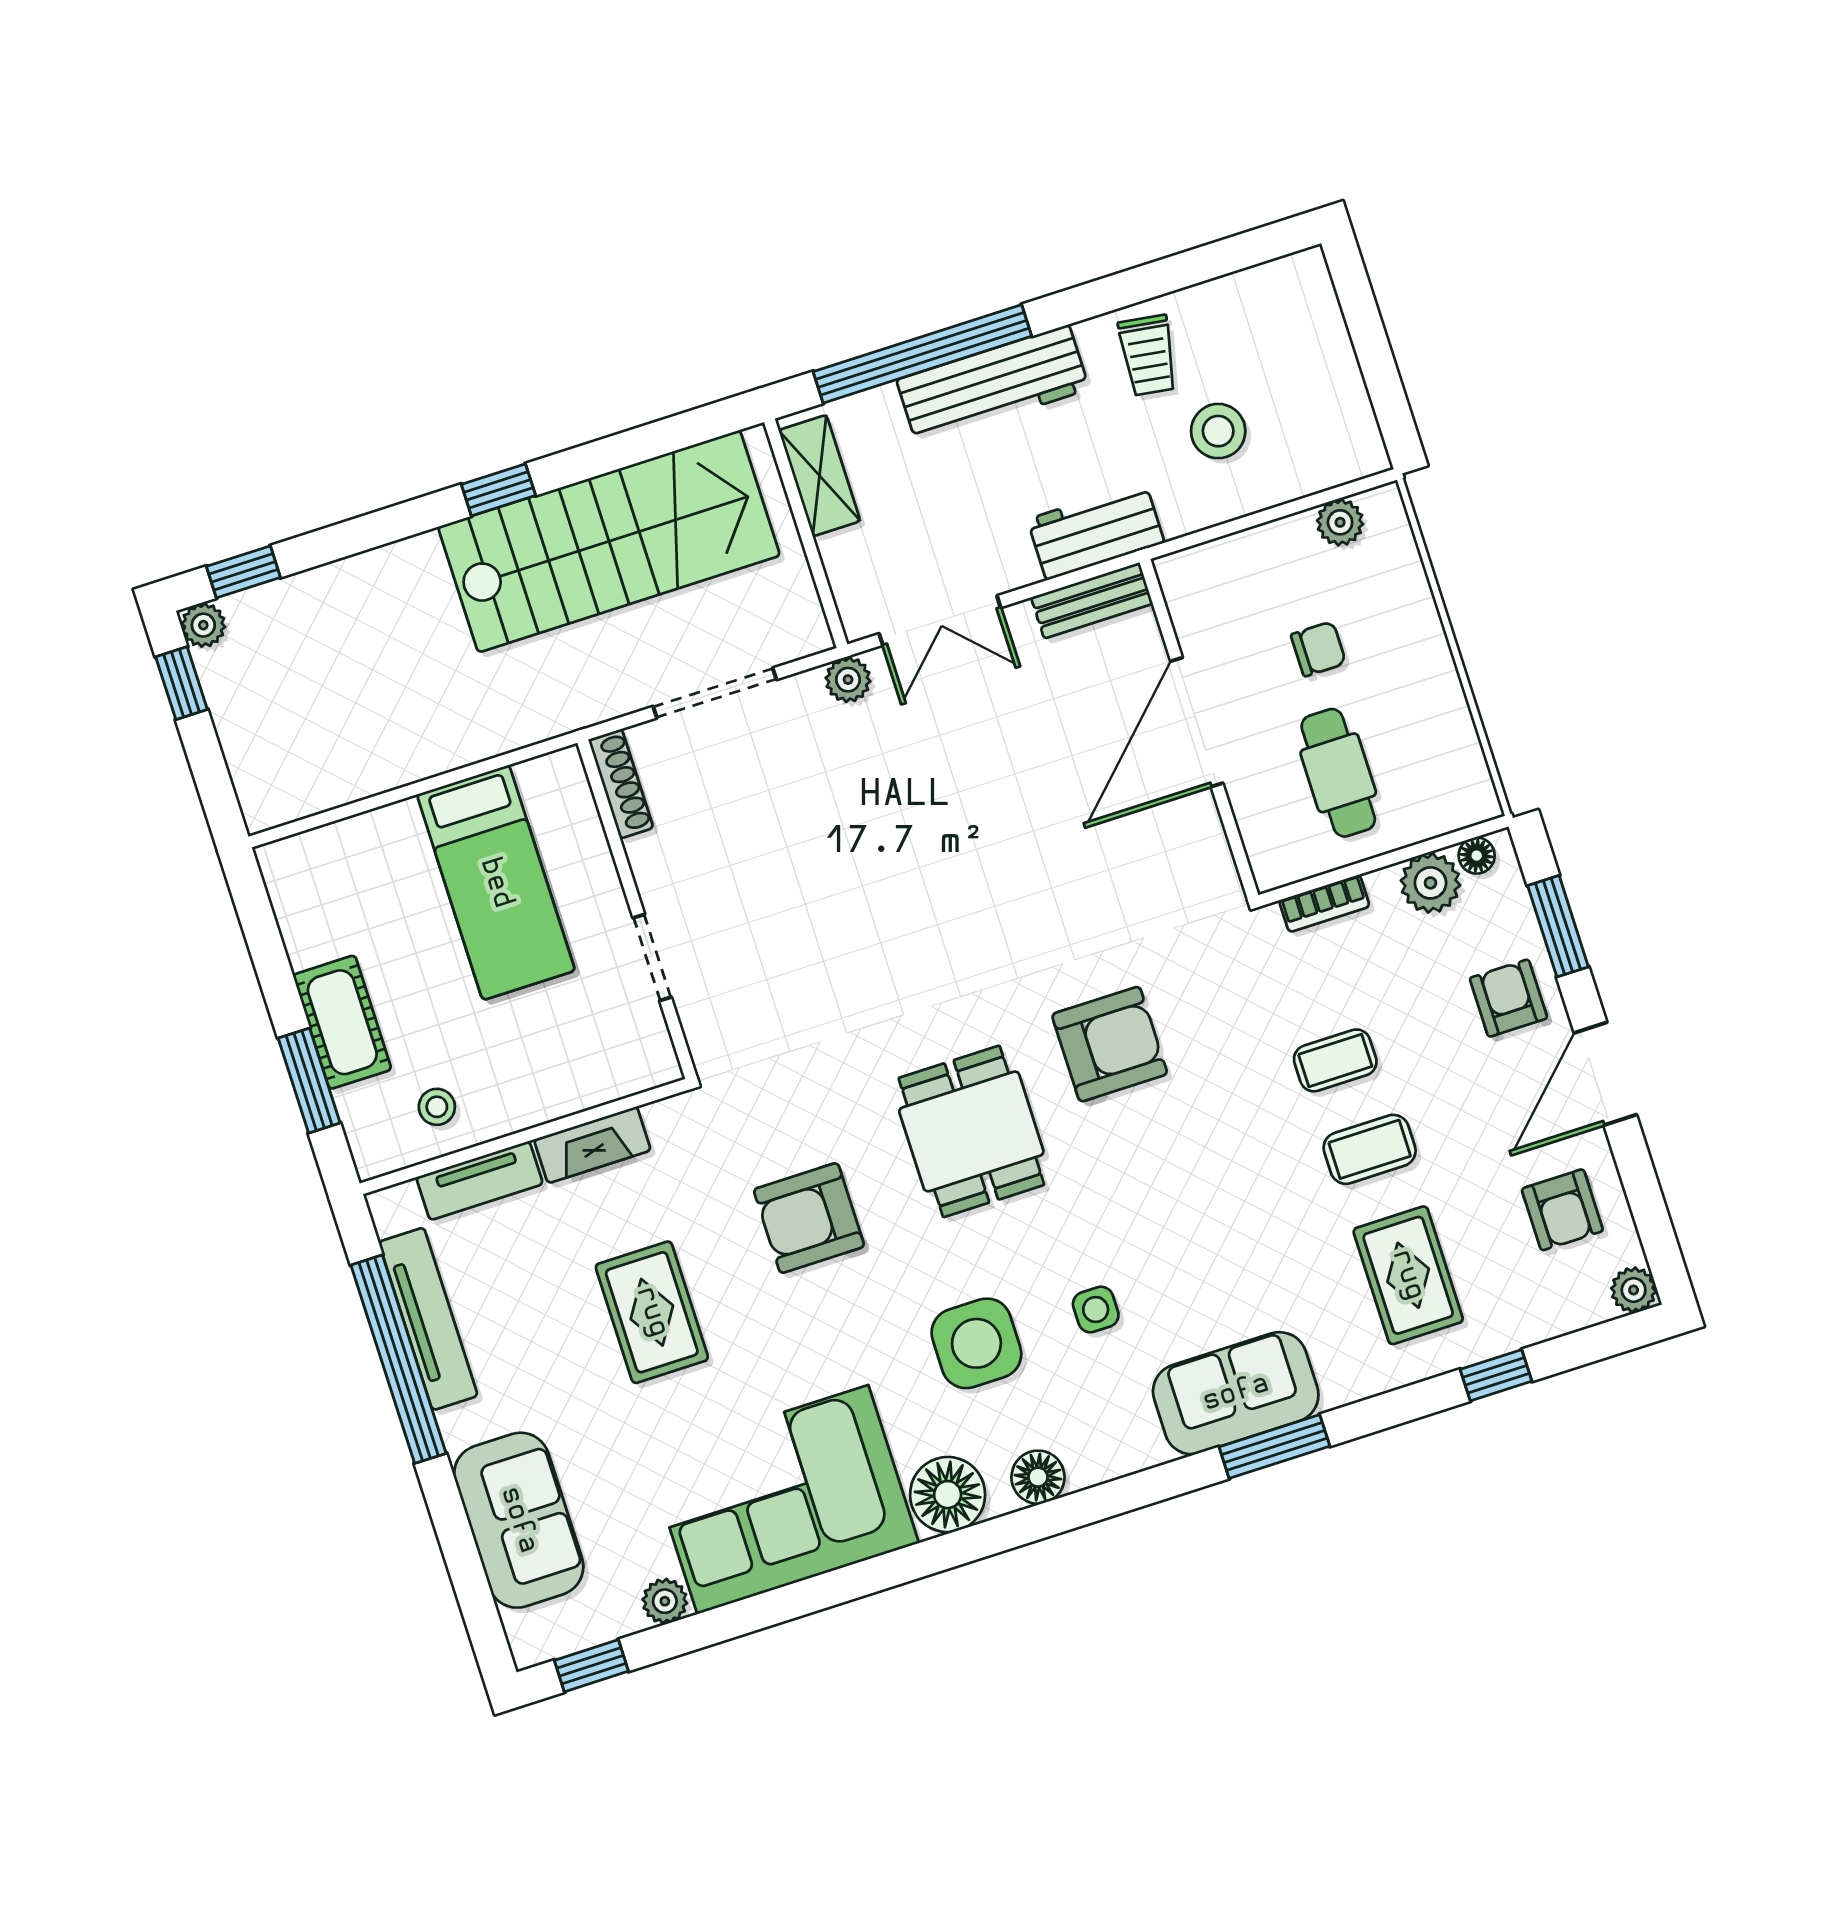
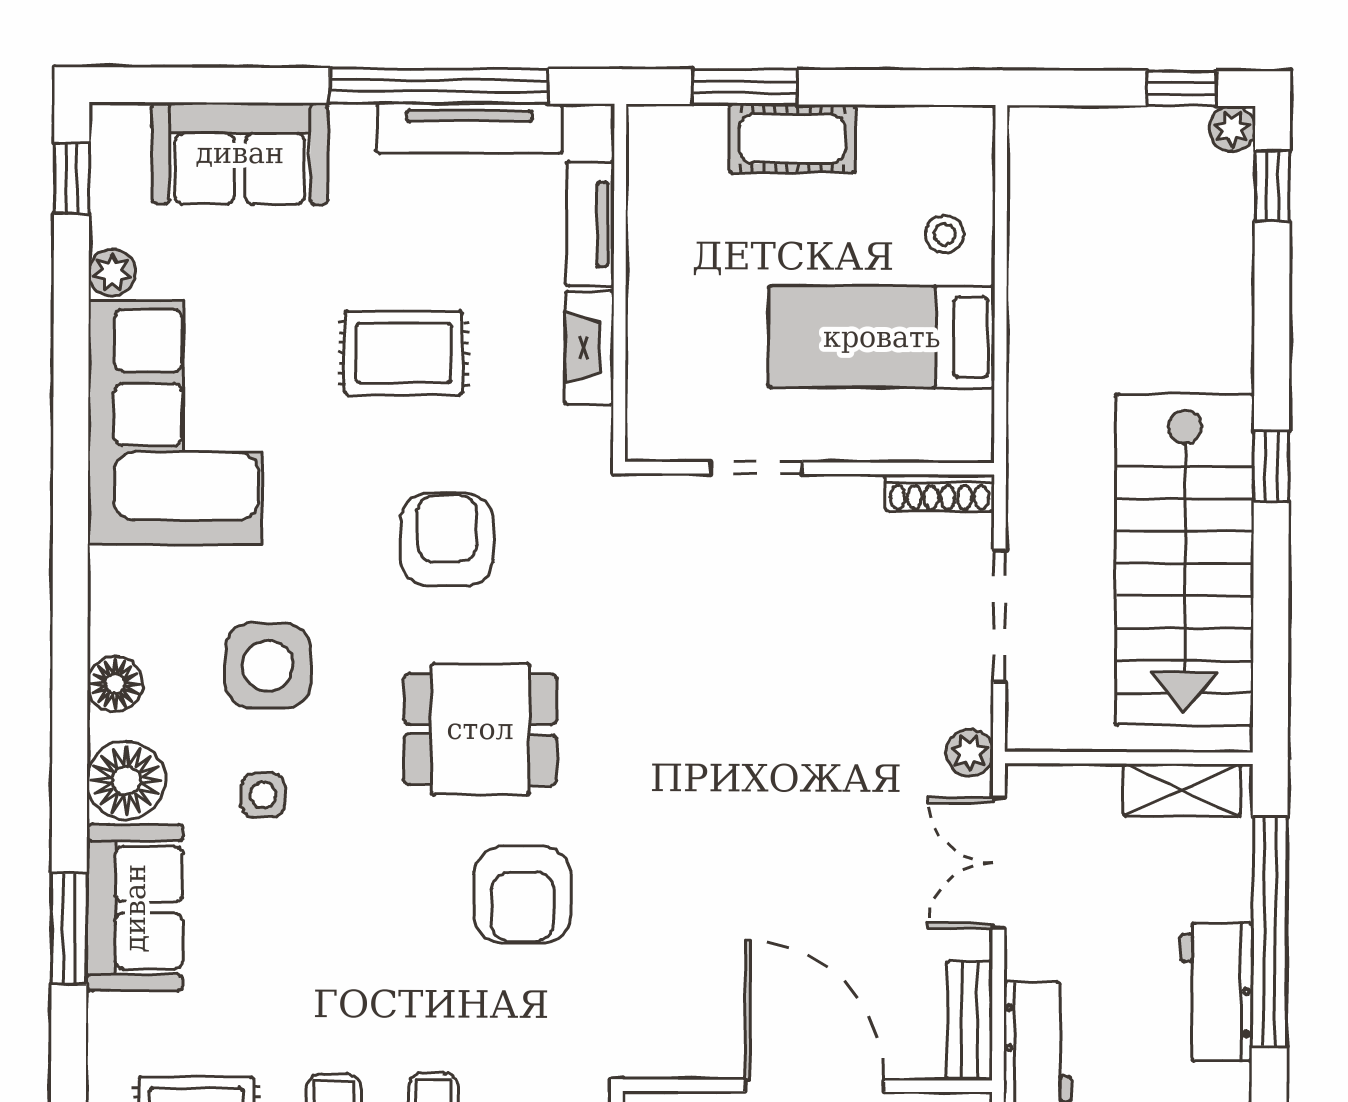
workbench: (993, 384) -> (1216, 992), width x0.73
stool: (437, 1107) -> (945, 234), moved
floor lamp: (948, 1495) -> (126, 780), moved

